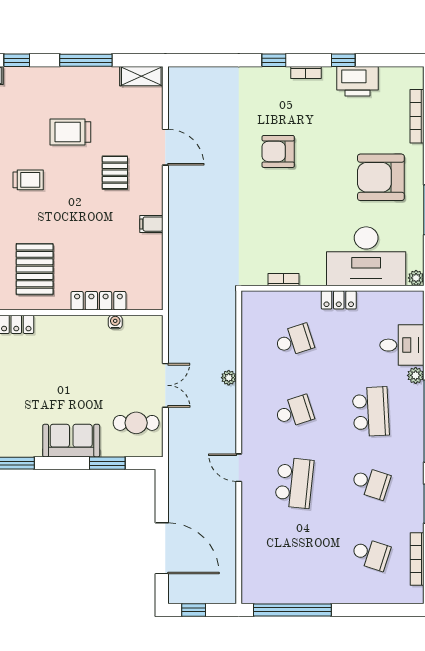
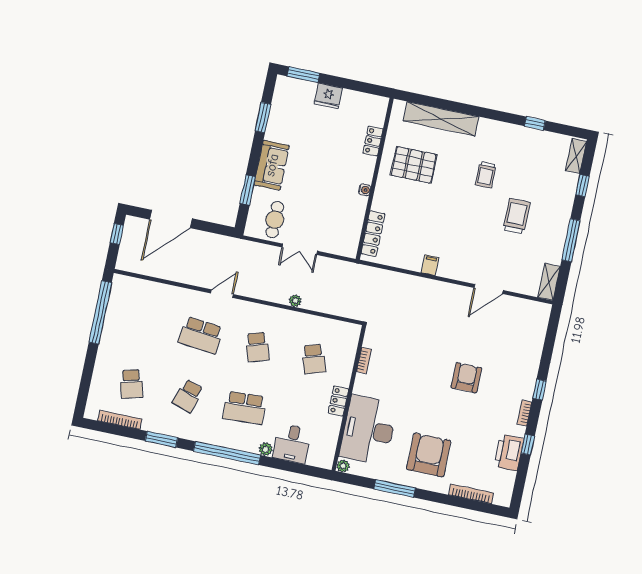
pallet: (115, 173) -> (477, 245), removed
locker: (98, 301) -> (373, 234), moved
water cooler: (115, 322) -> (365, 190), moved
school desk: (371, 554) -> (131, 384), turned -33

